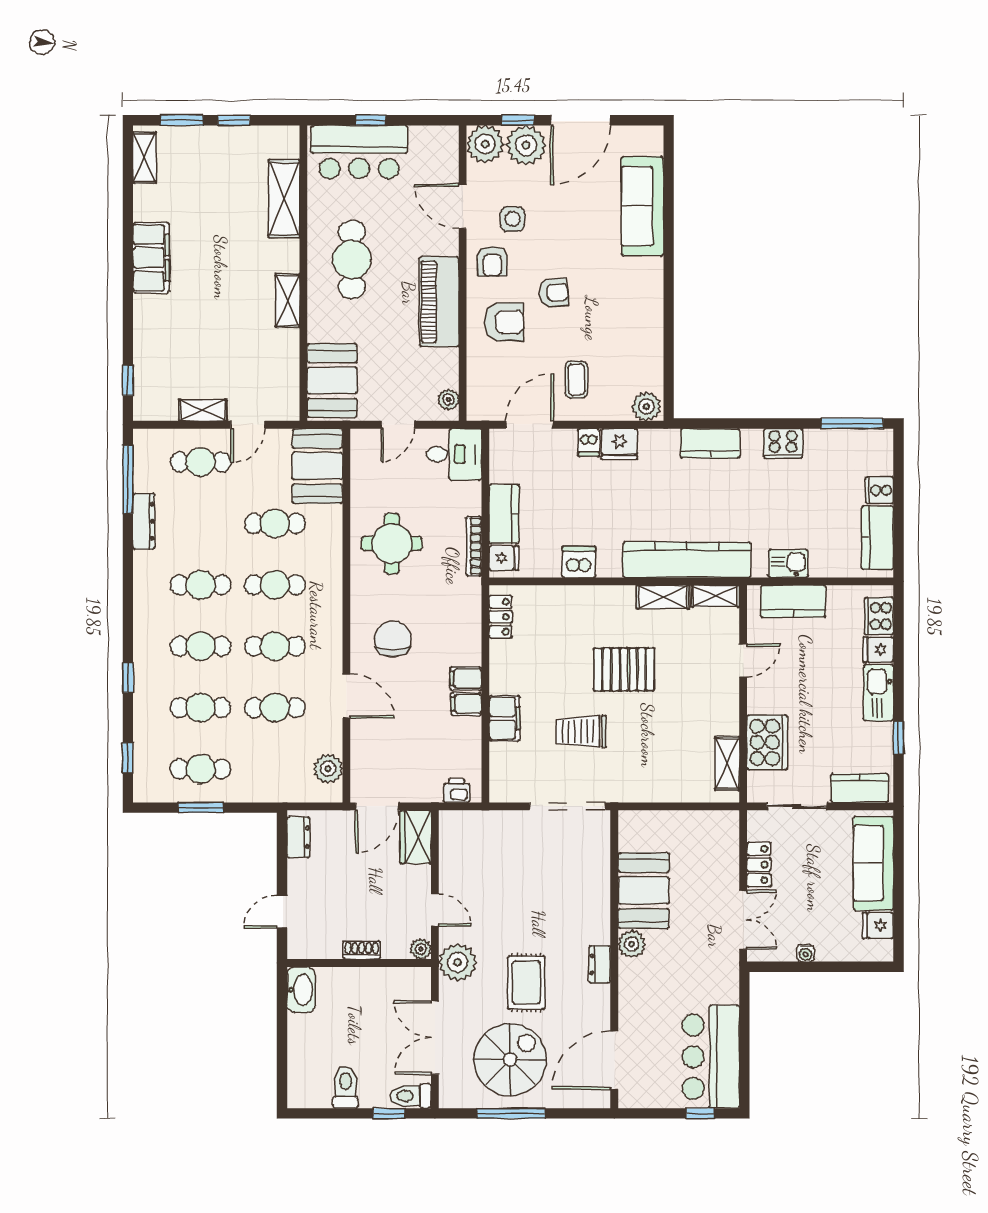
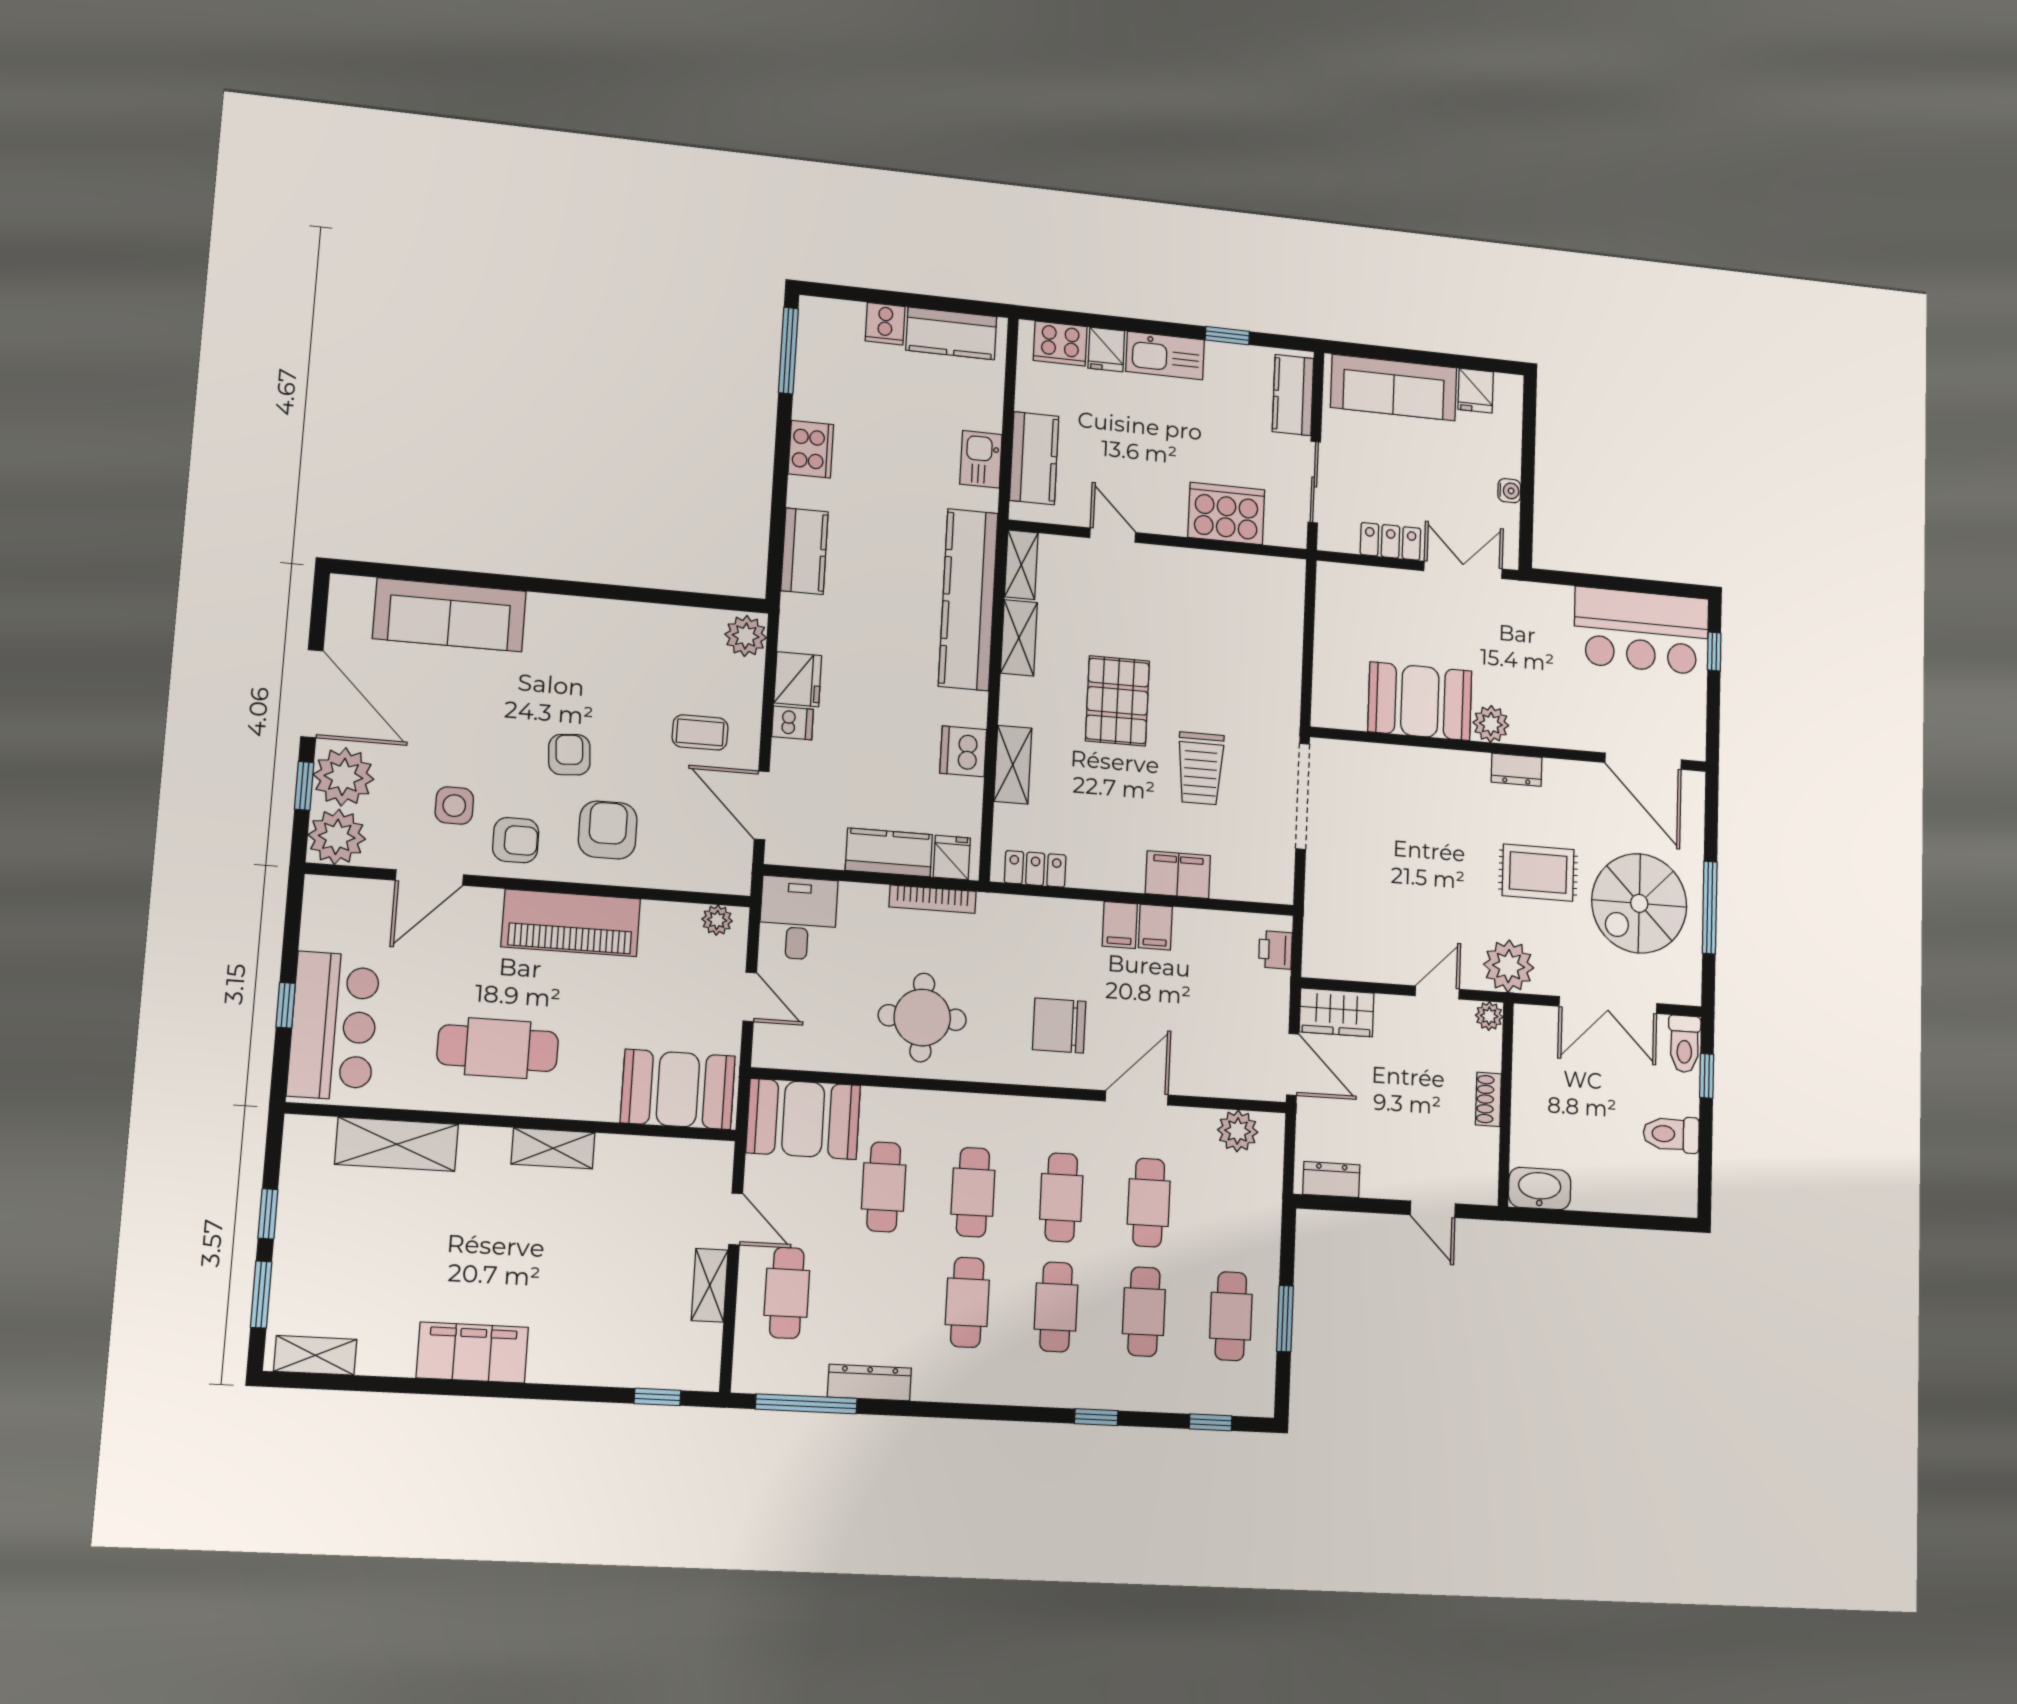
shelving: (727, 763) -> (1013, 765), moved, turned 90
spiral stairs: (510, 1060) -> (1639, 903), turned -90

